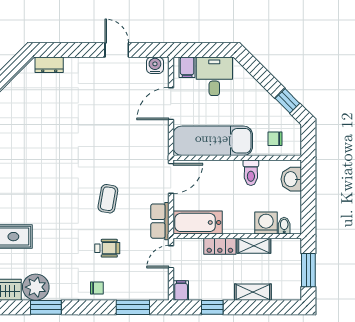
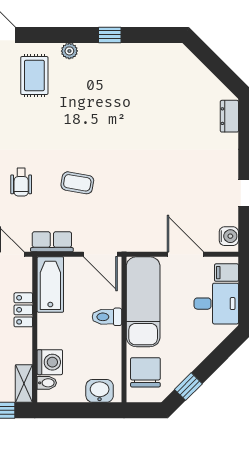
chair: (275, 139) -> (145, 372), width x1.87, depth x1.87
toilet: (251, 173) -> (107, 317), moved
shelving: (254, 246) -> (24, 383), moved

